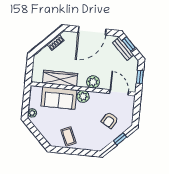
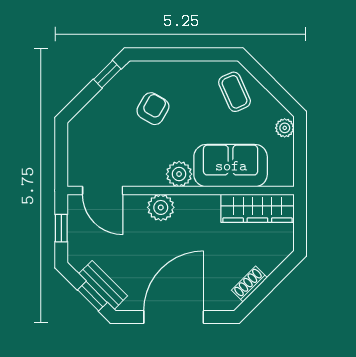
wardrobe: (60, 78) -> (257, 208), moved
armchair: (110, 120) -> (153, 109), moved
coffee table: (68, 136) -> (235, 92), moved
window: (120, 139) -> (107, 74), moved

